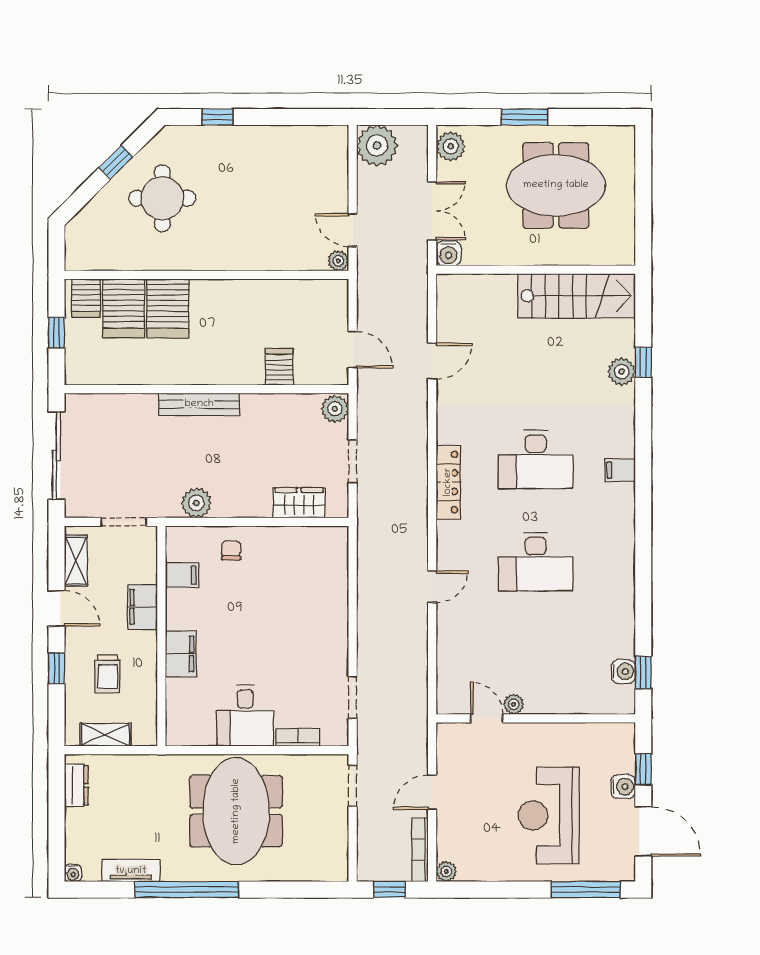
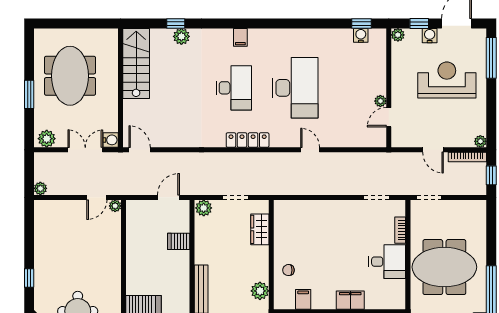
plant: (377, 145) -> (40, 188), width x0.53, depth x0.53
door: (432, 361) -> (140, 150), moved
desk: (536, 562) -> (295, 88), width x1.36, depth x1.30
plant: (624, 733) -> (398, 35), added
reception desk: (549, 815) -> (447, 80), turned 180

